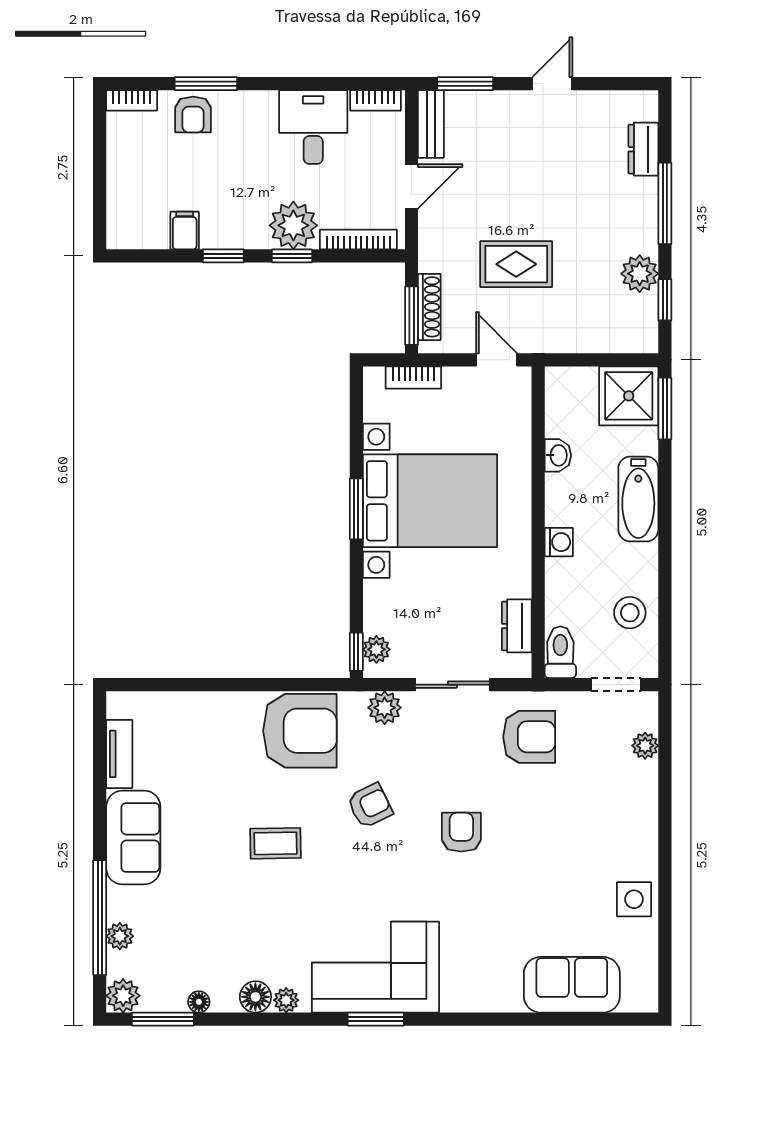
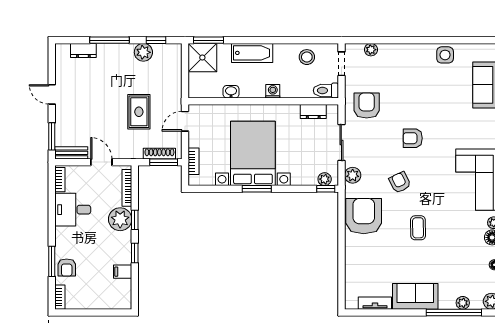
armchair: (193, 115) -> (67, 268), turned 90

